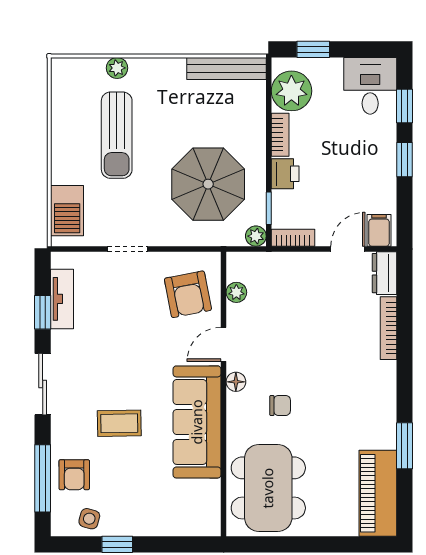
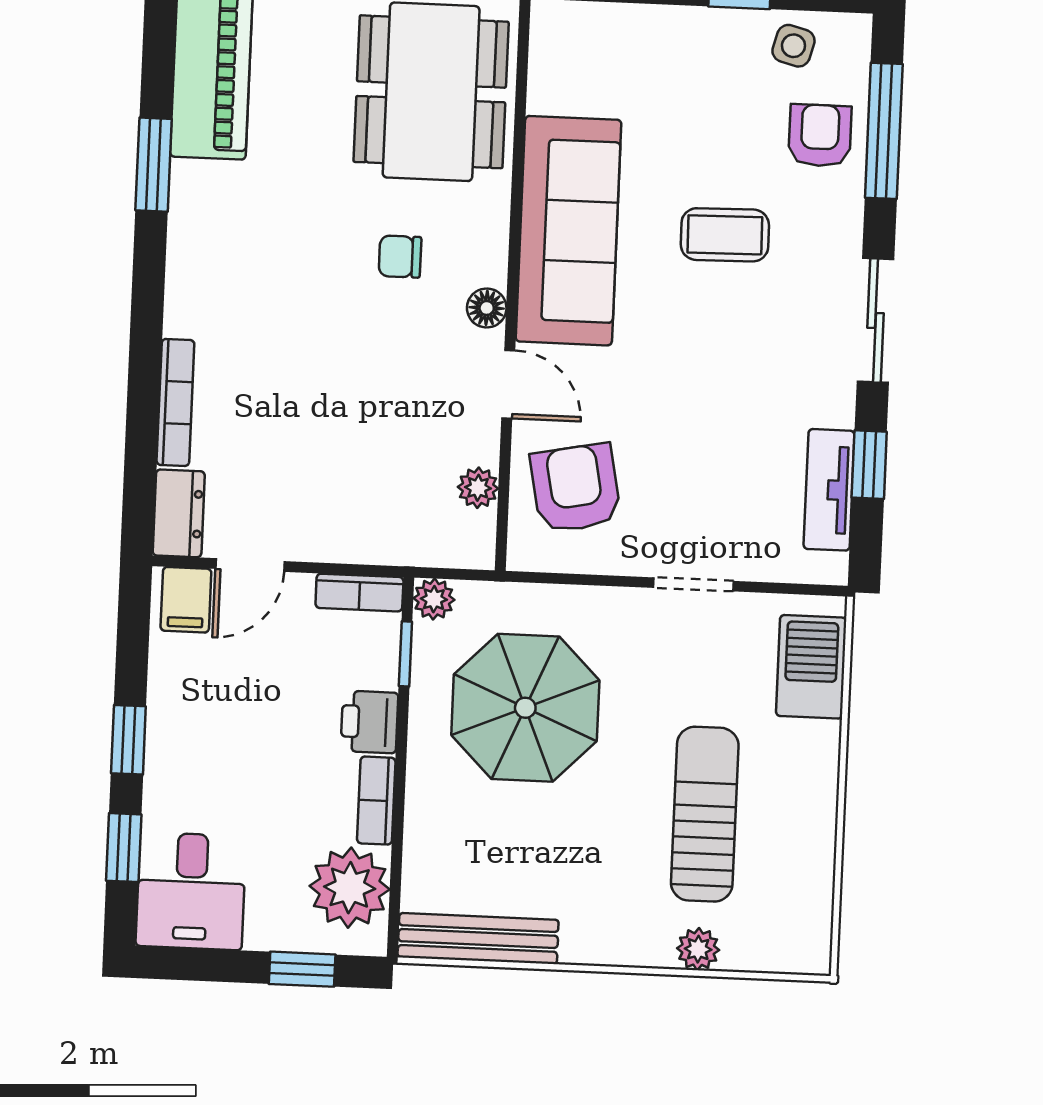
door: (224, 344) -> (508, 384), hinge flipped

